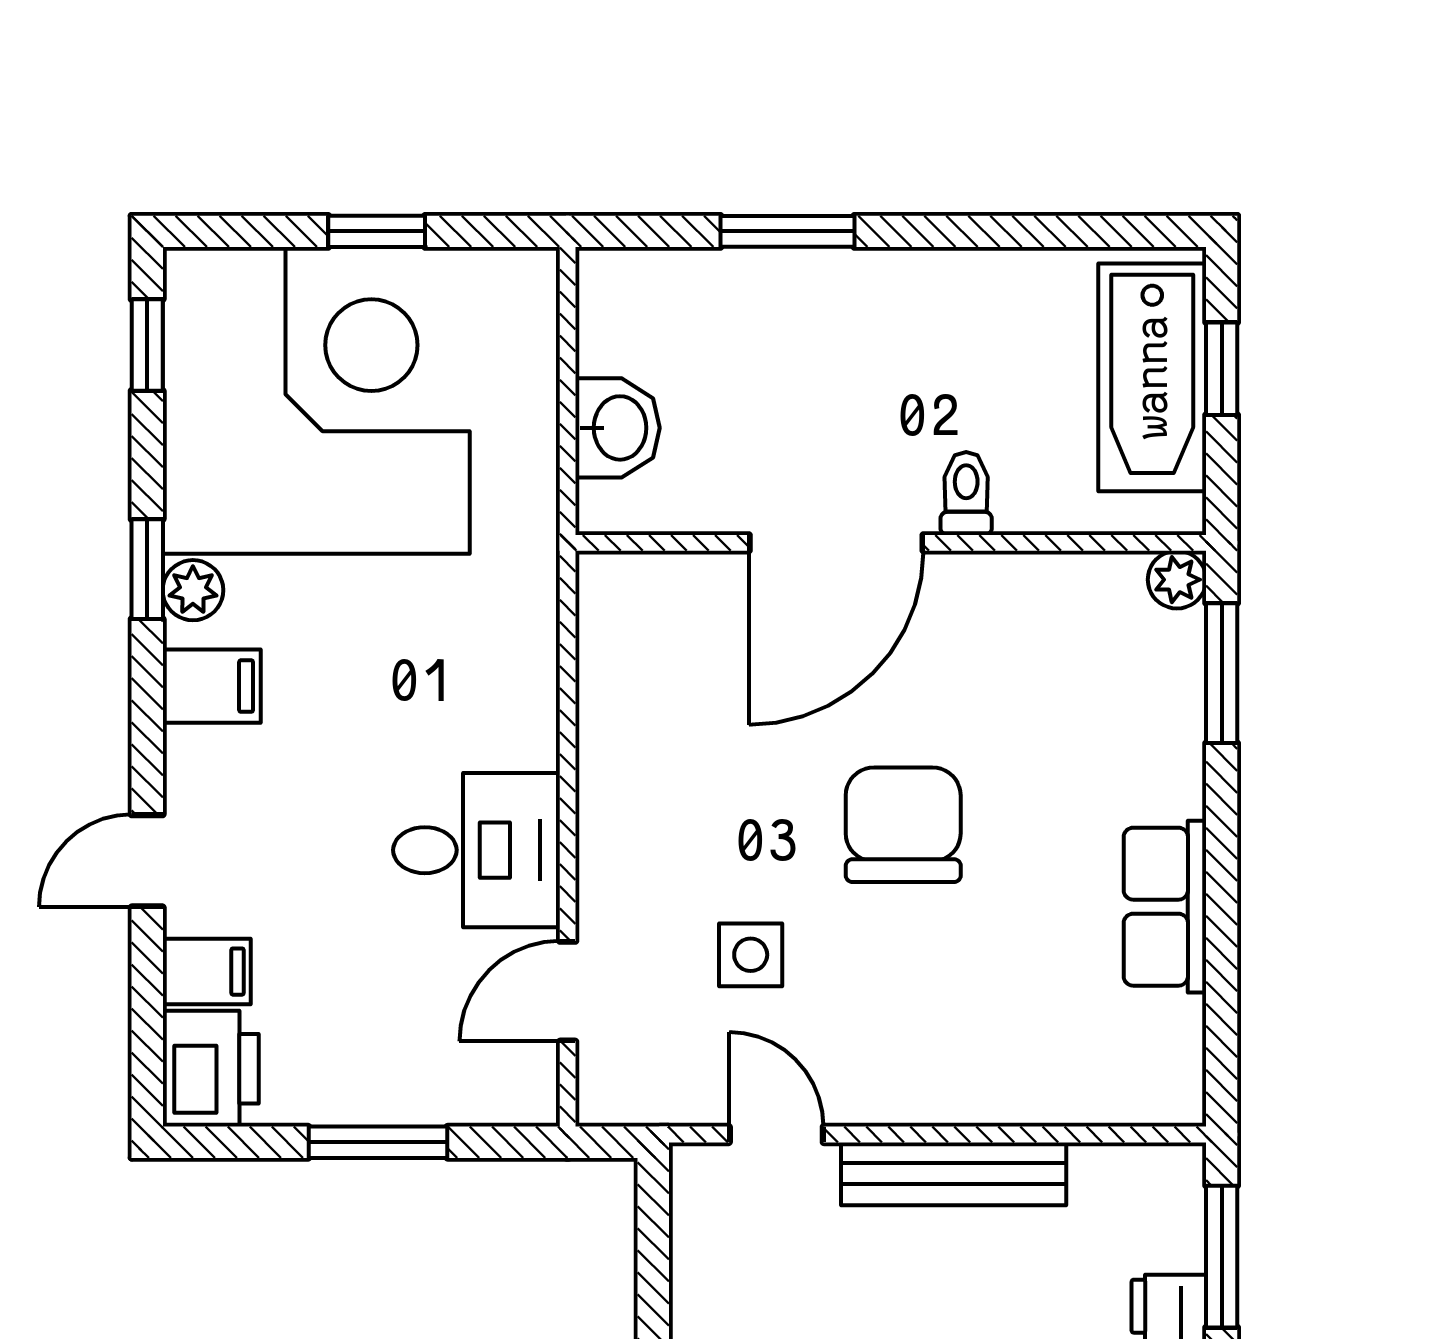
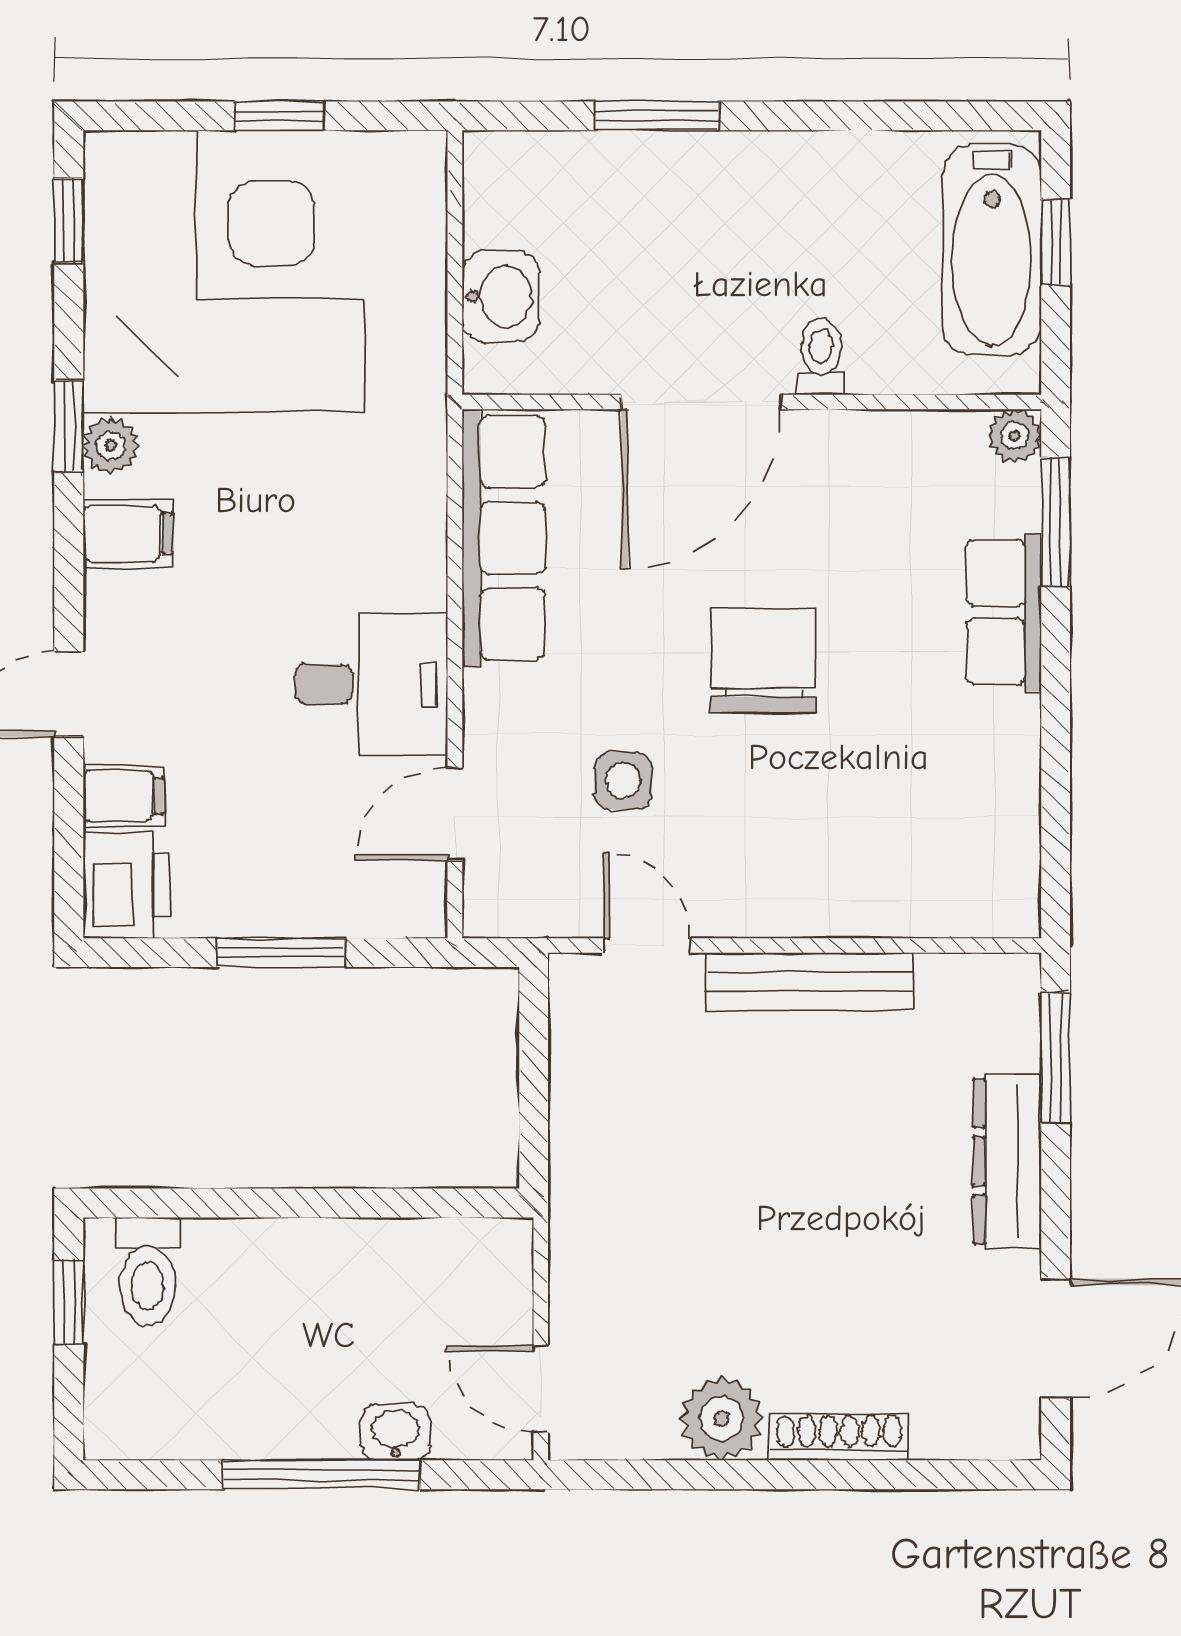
row of seats: (621, 691) -> (504, 538), added
row of seats: (1165, 907) -> (1004, 613), moved

